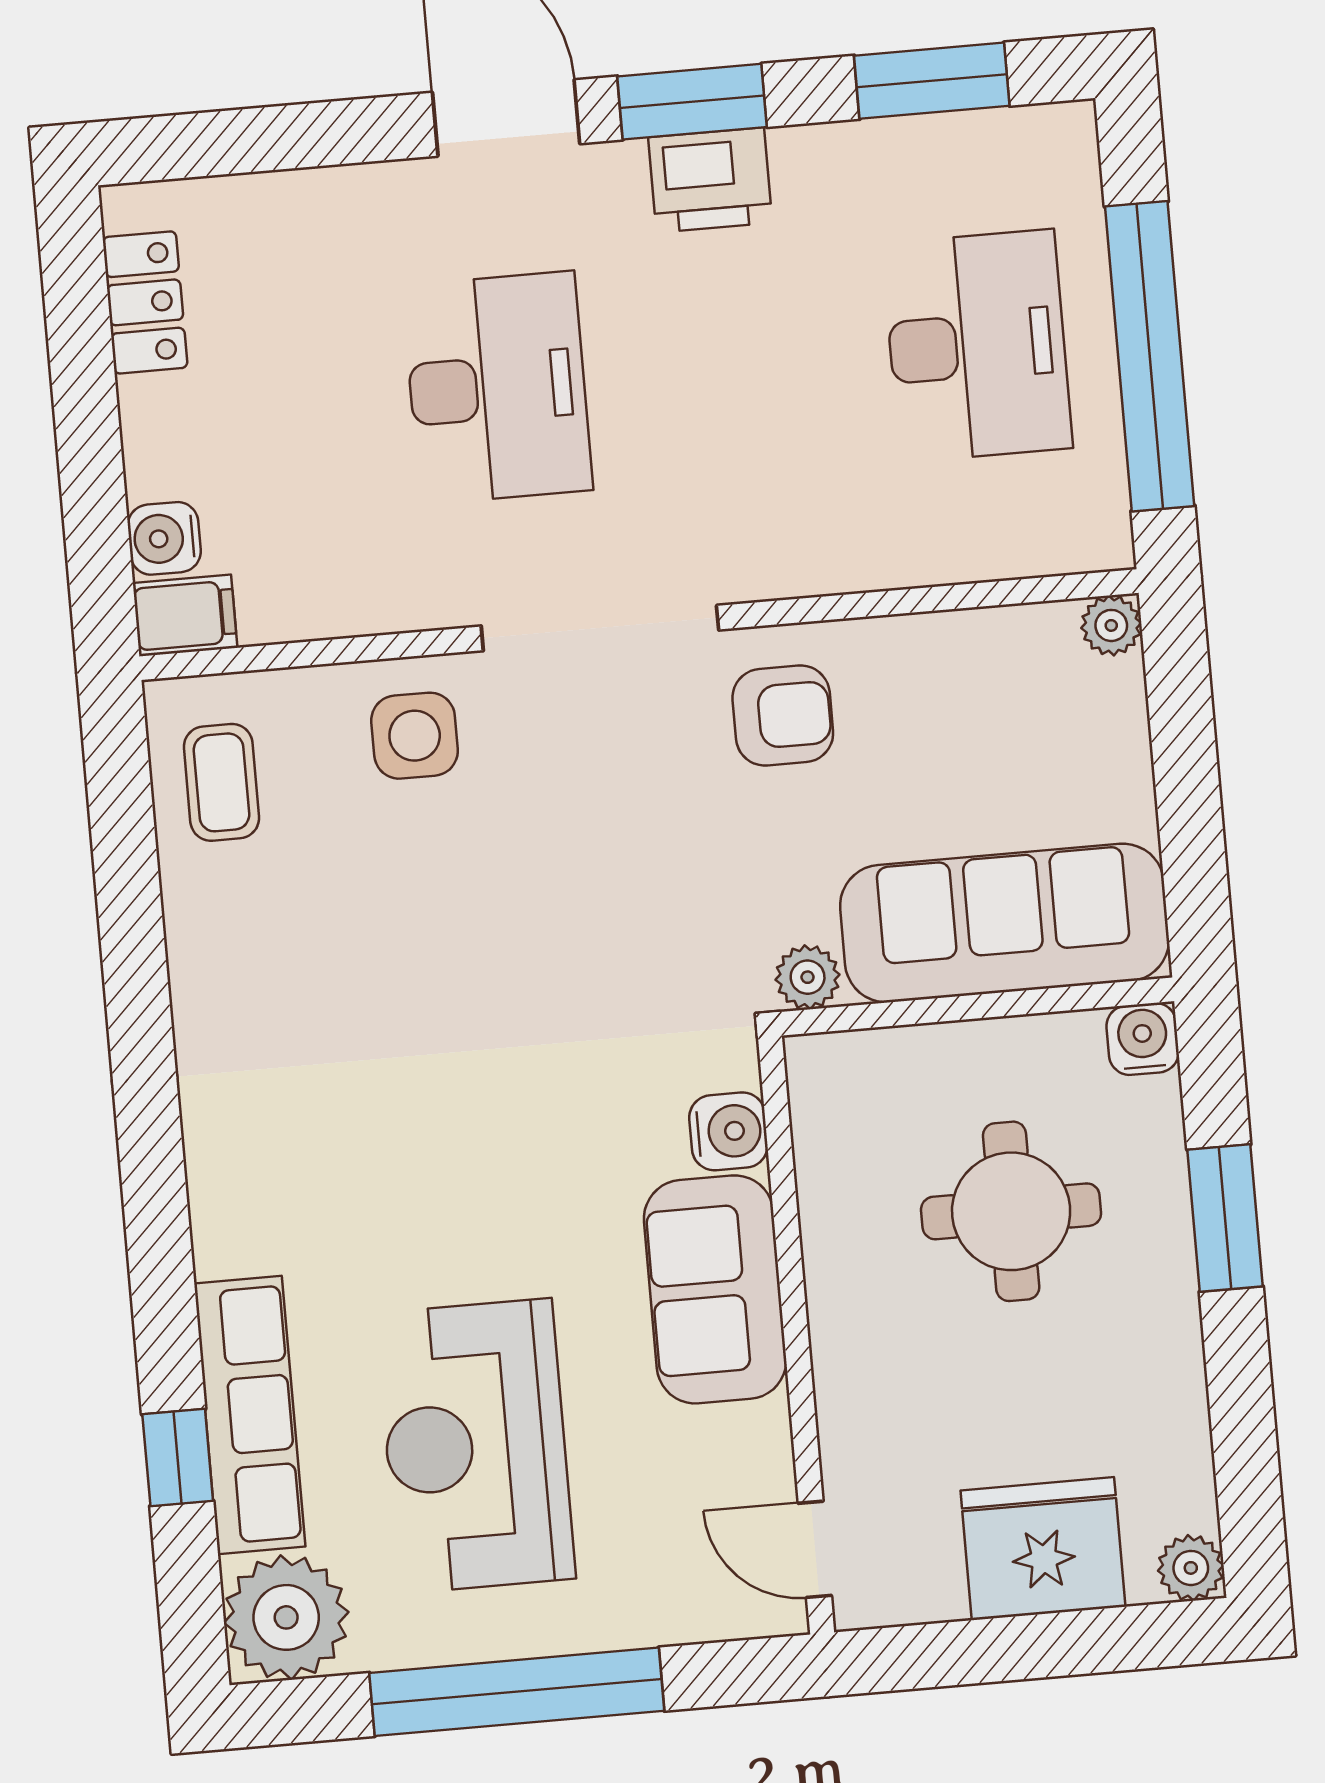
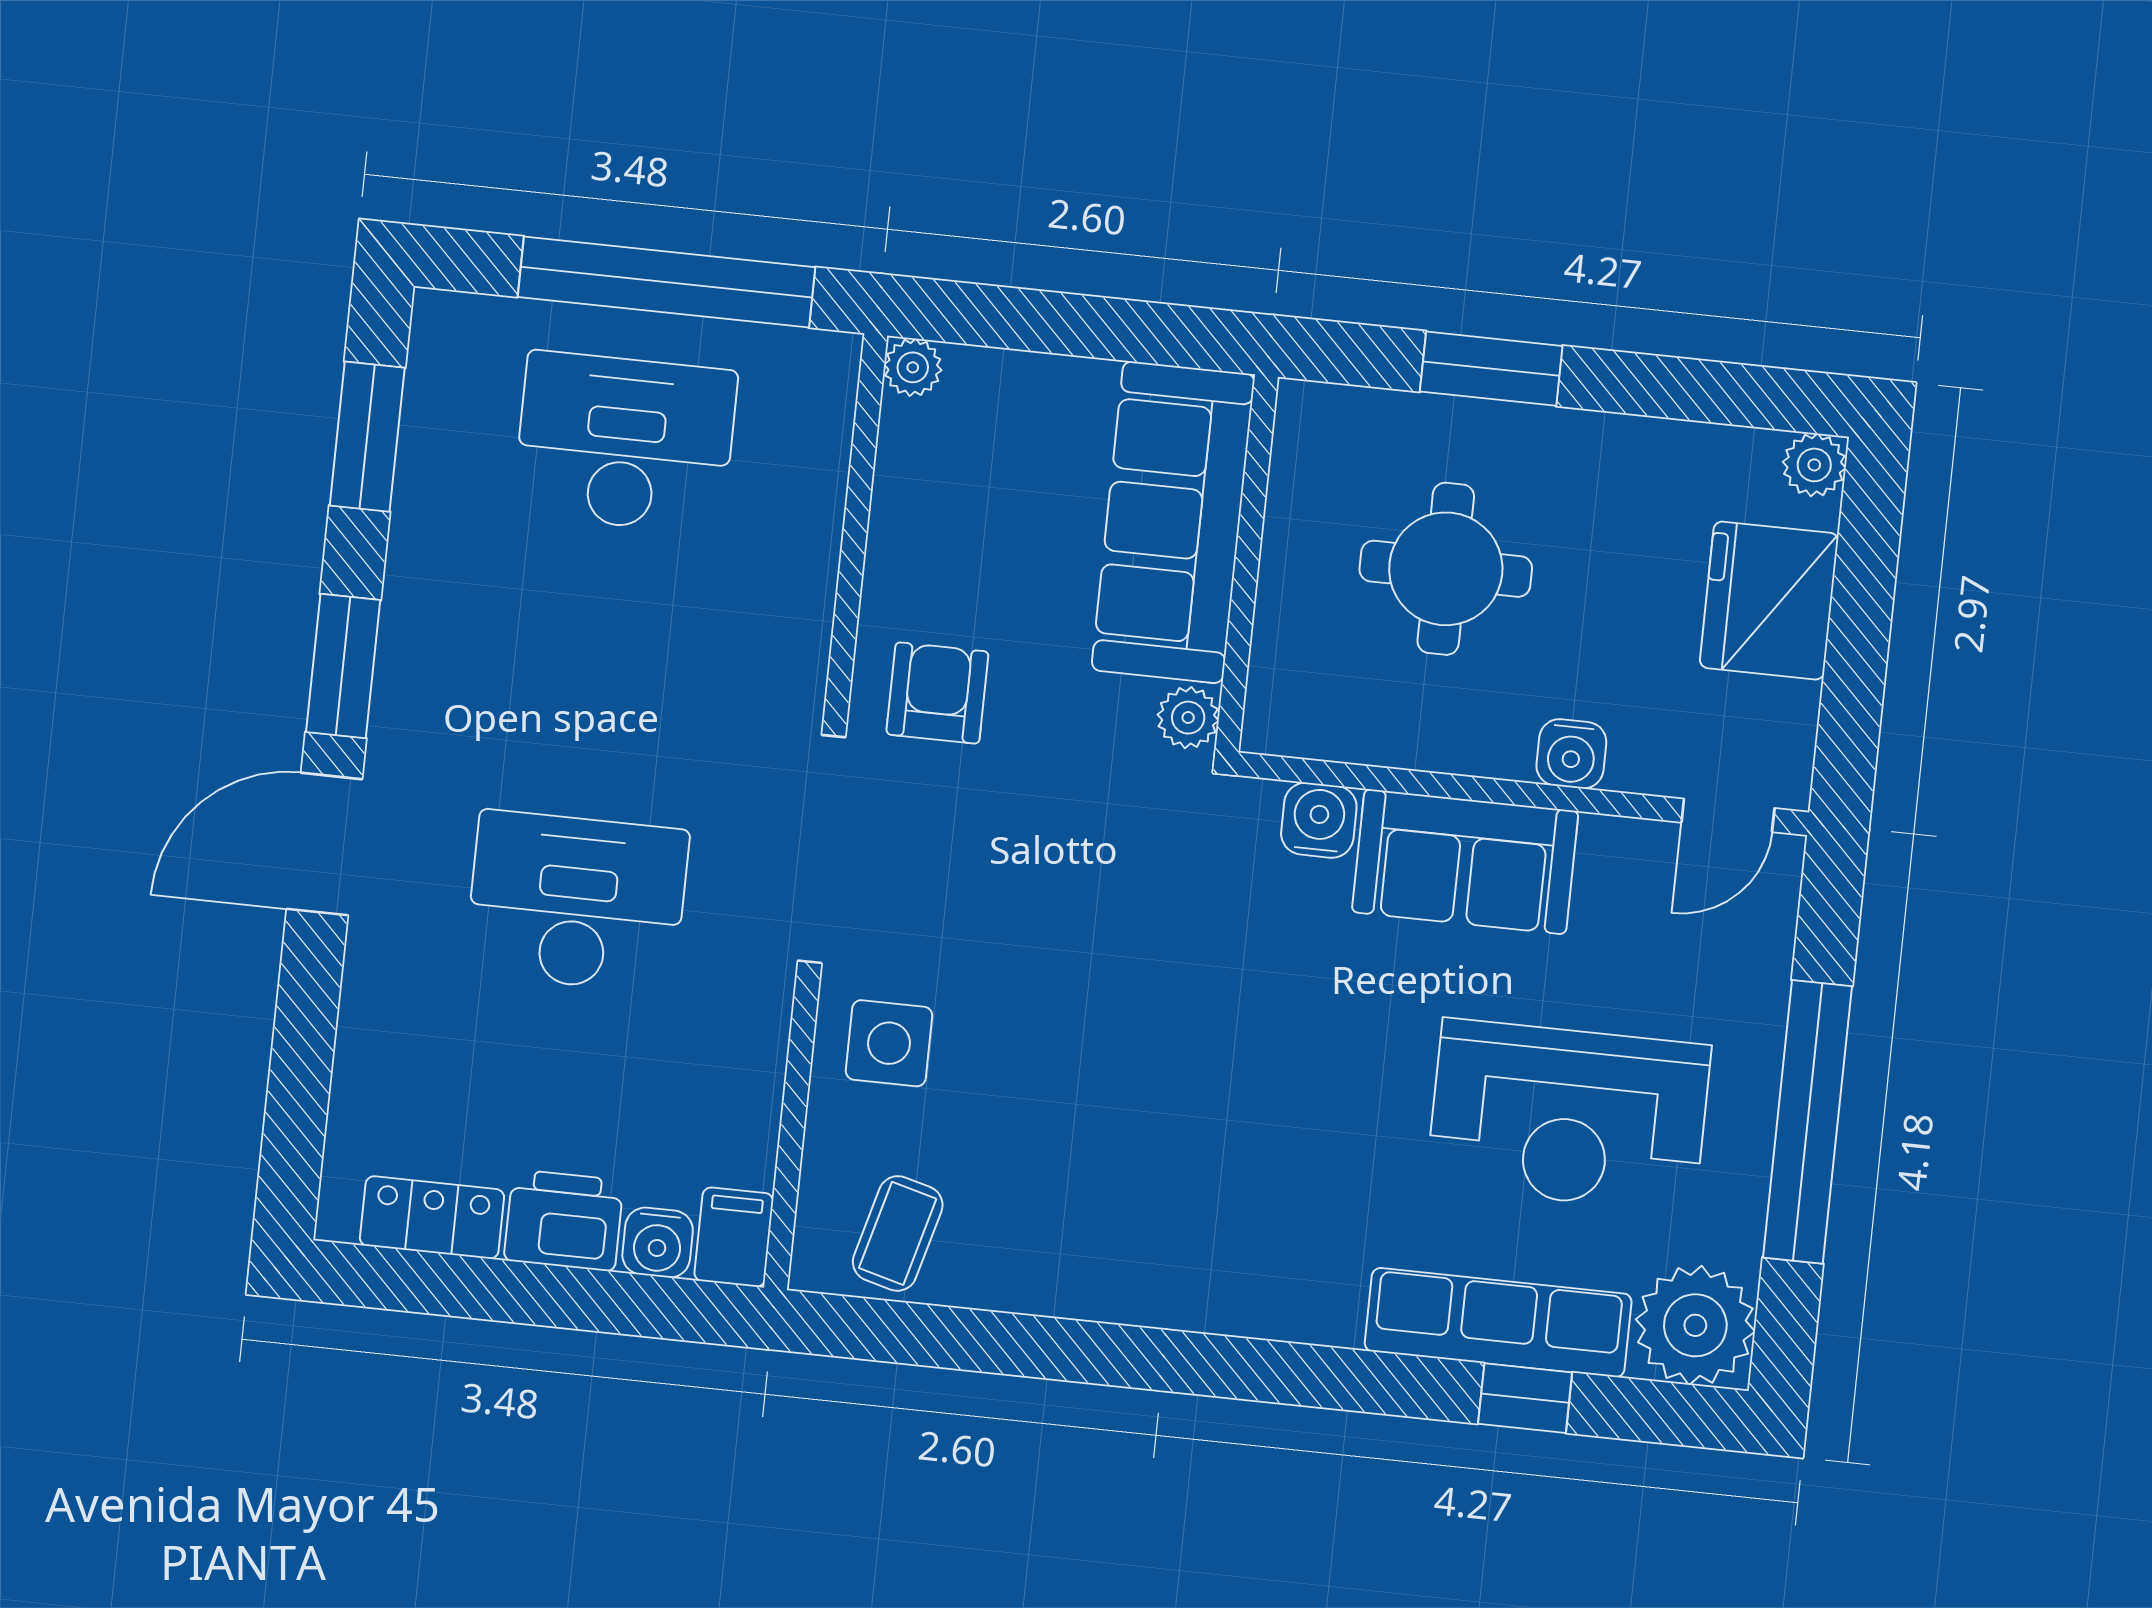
printer: (710, 180) -> (564, 1220), moved, turned -90
coffee table: (221, 782) -> (898, 1233), turned -75
water cooler: (1143, 1039) -> (1571, 754), moved, turned -90

